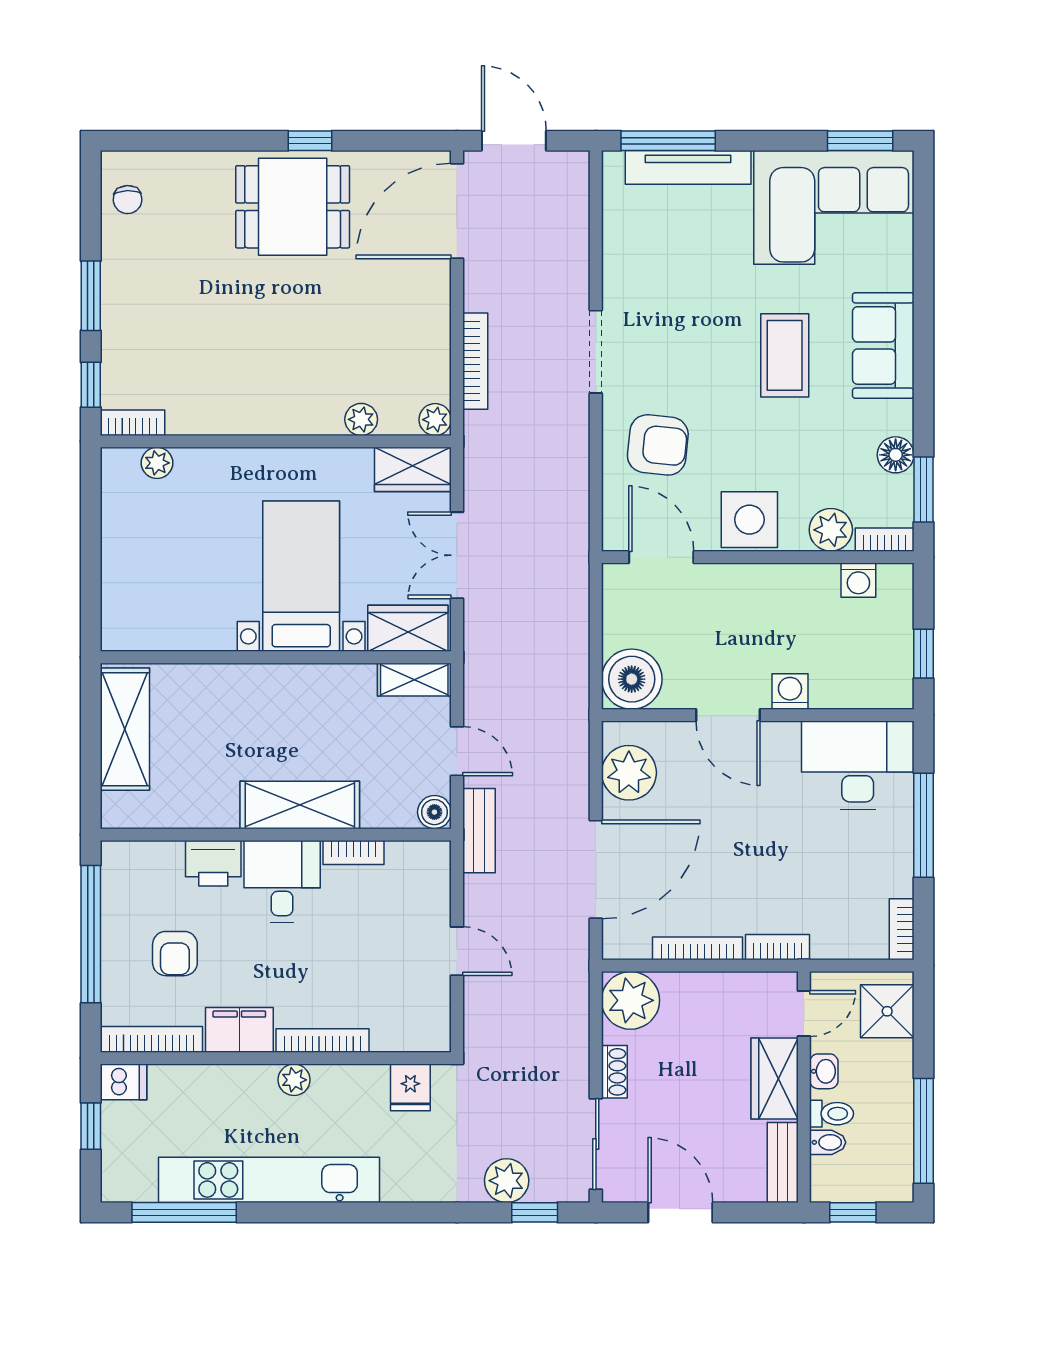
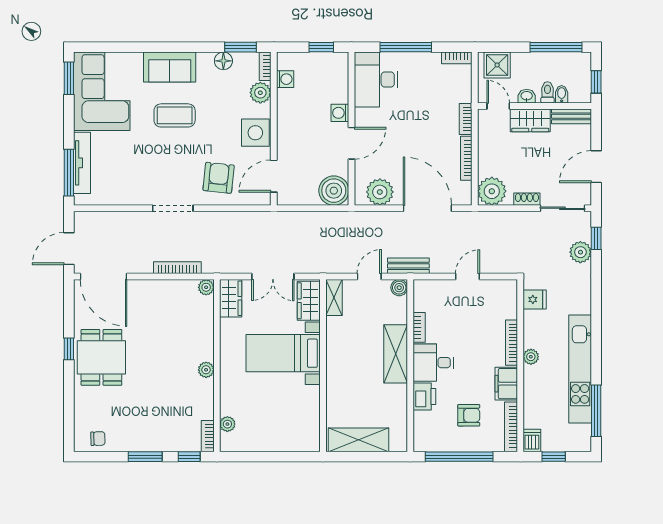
plant: (361, 419) -> (206, 370), moved

